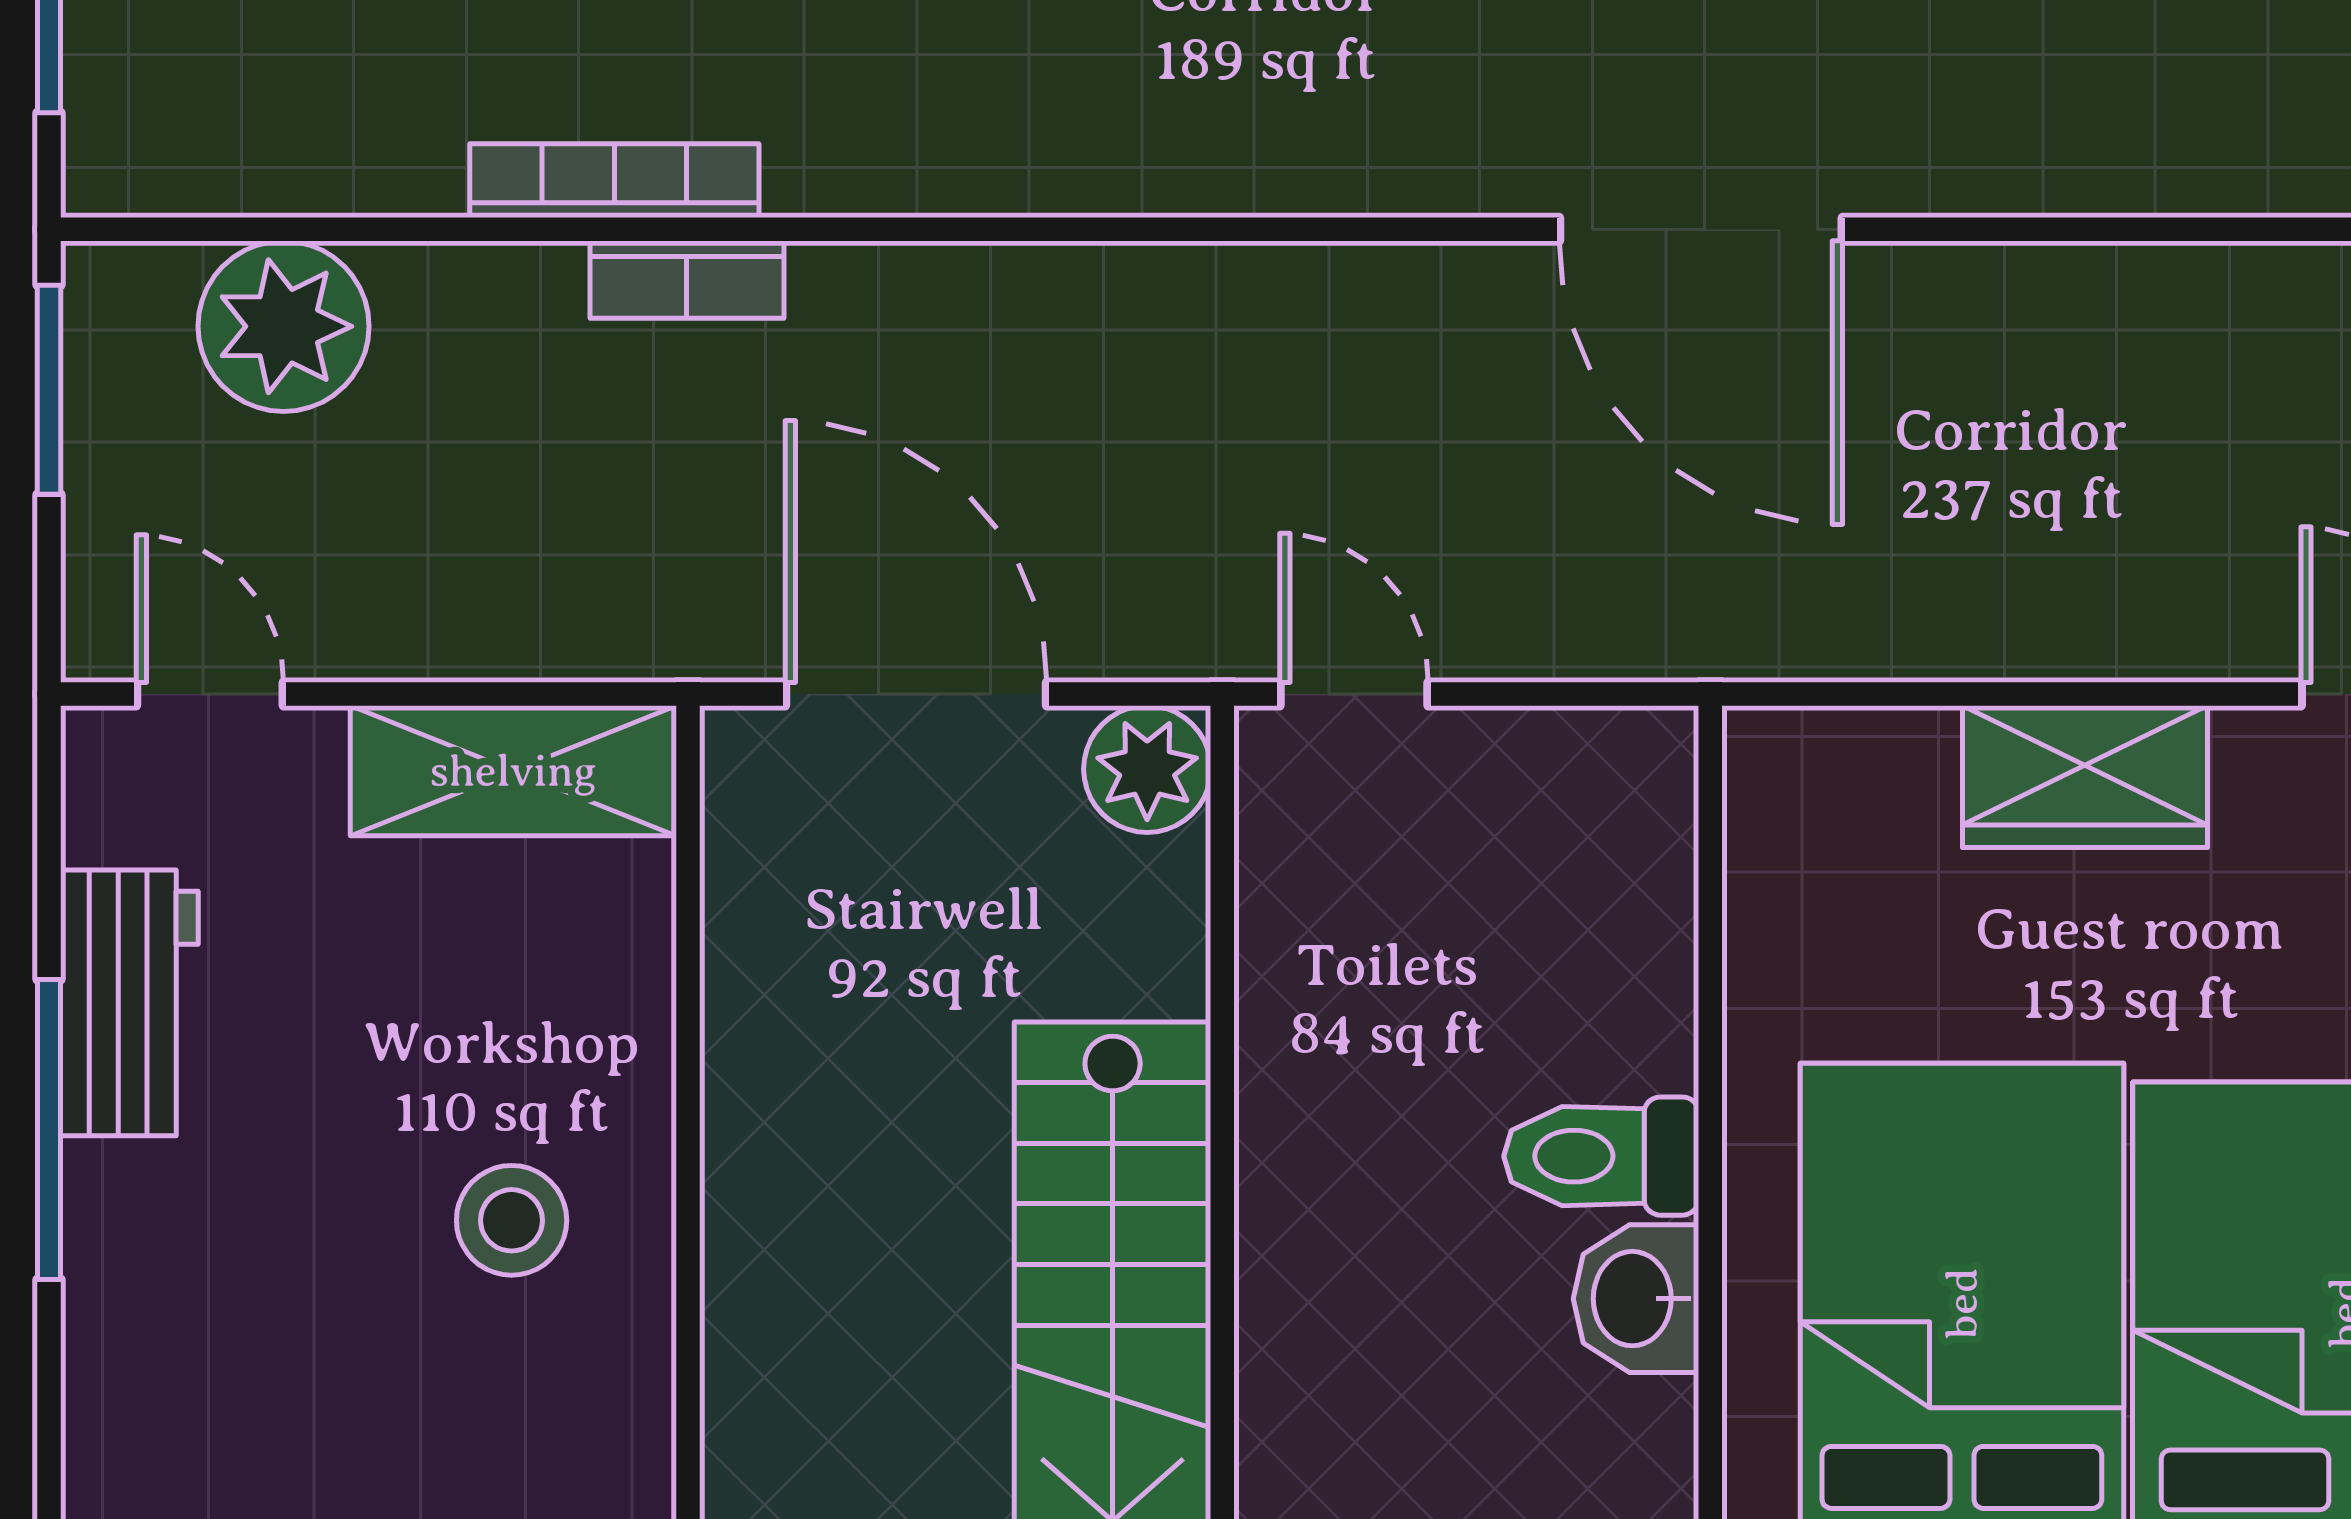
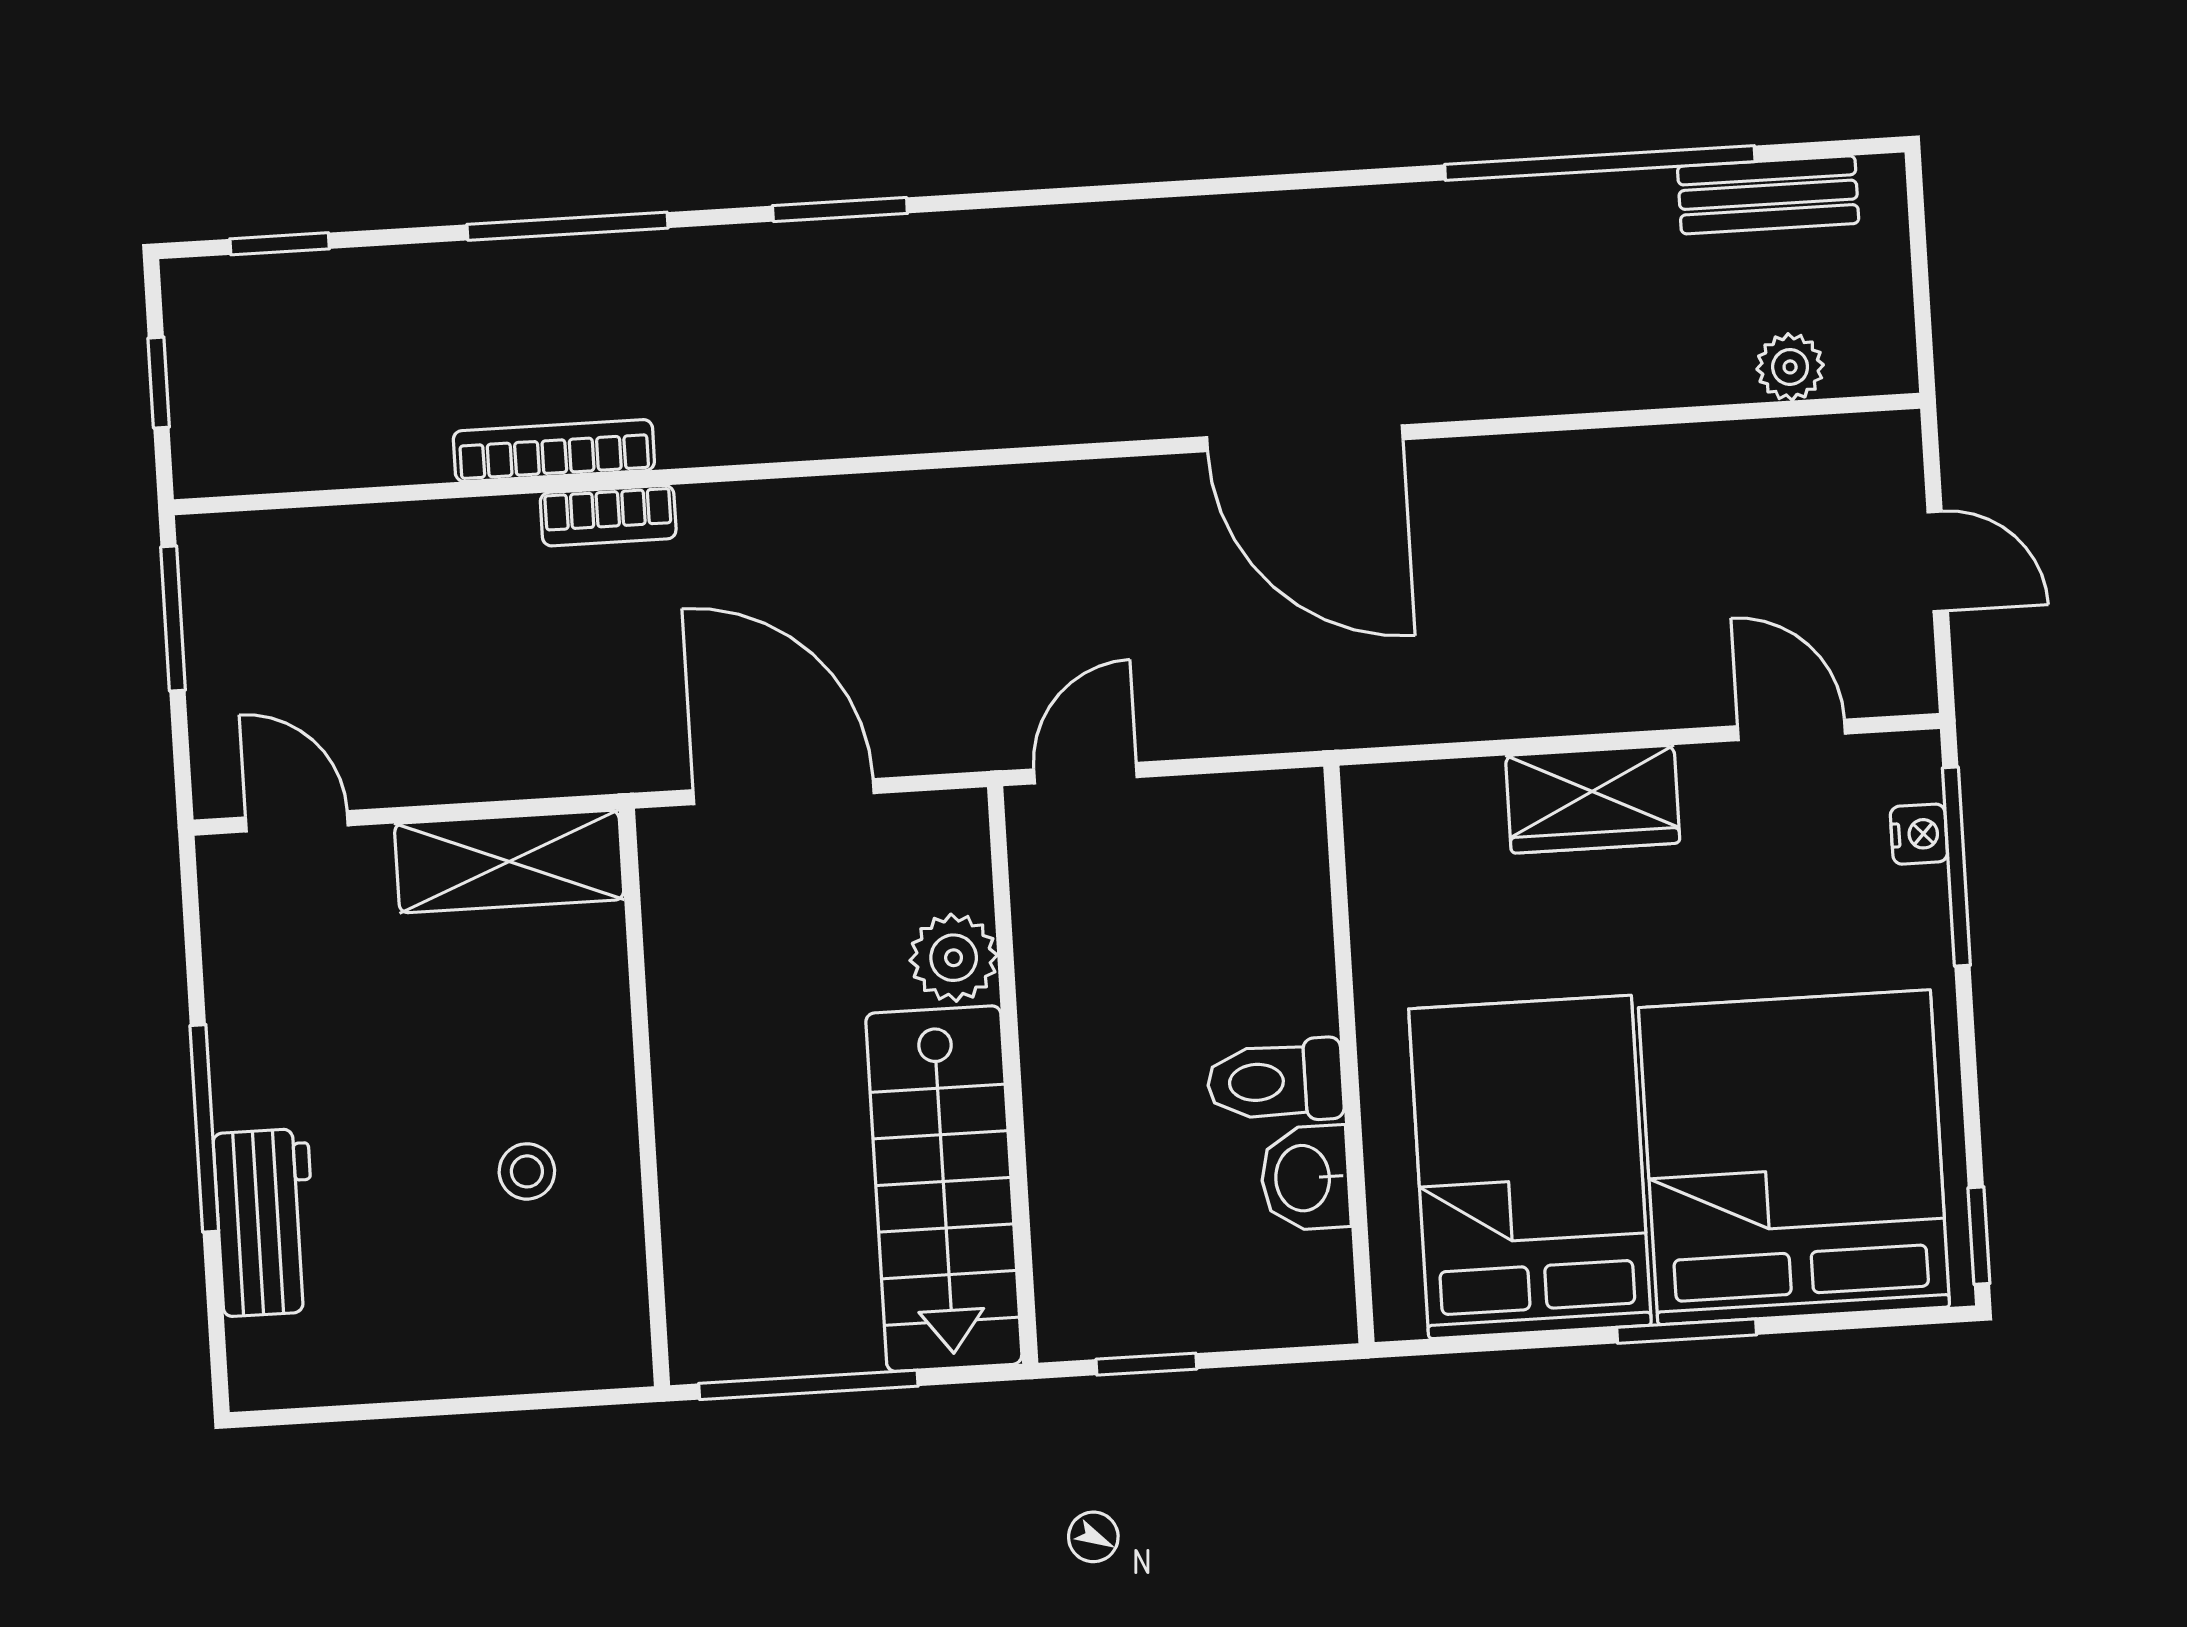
plant: (284, 326) -> (332, 565), removed
door: (1354, 694) -> (1085, 773), hinge flipped
plant: (1147, 769) -> (954, 958), moved
workbench: (129, 1003) -> (266, 1222), moved
stool: (512, 1220) -> (527, 1171), width x0.73, depth x0.73

